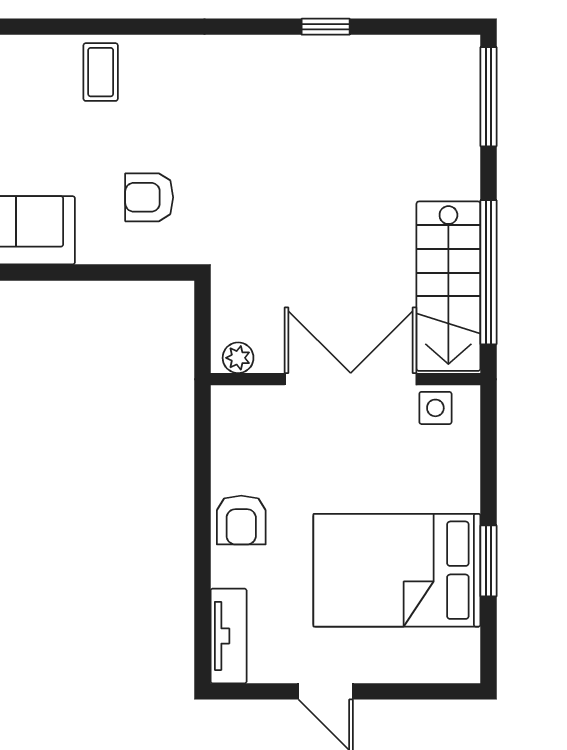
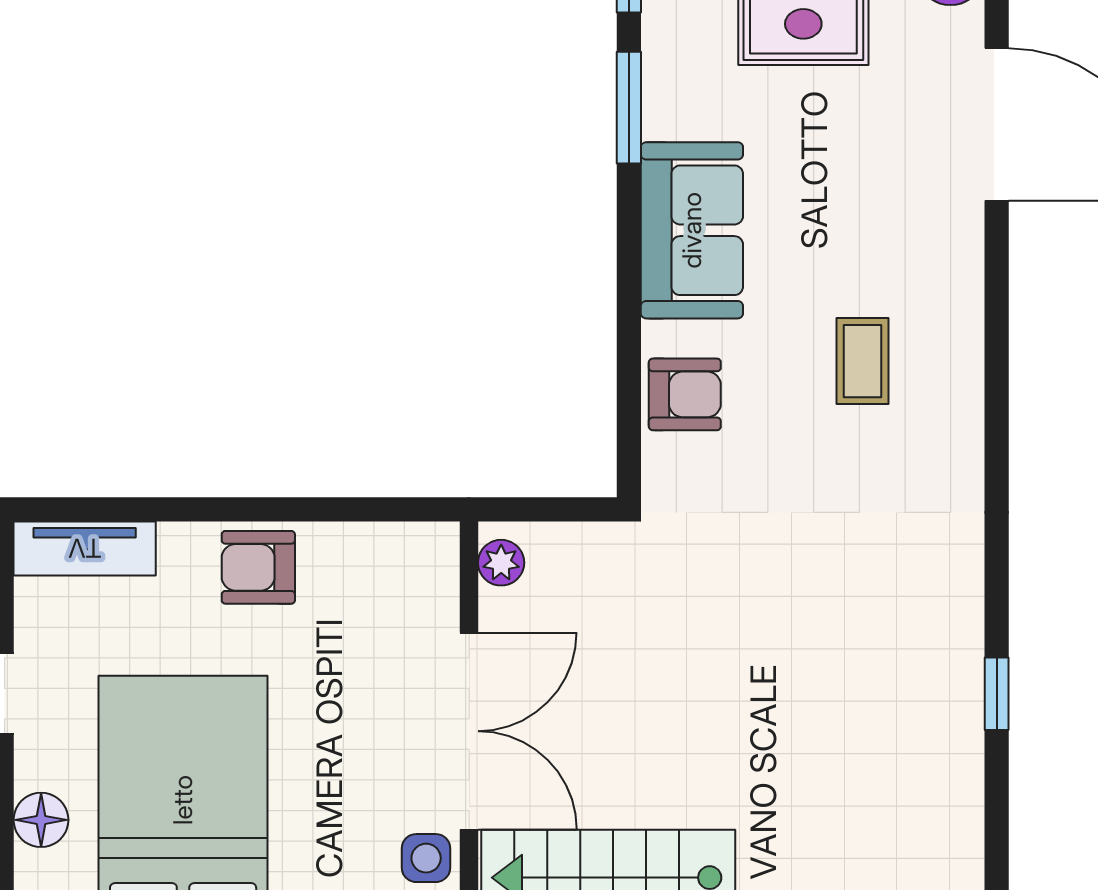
coffee table: (101, 72) -> (863, 361), moved, turned 90
armchair: (149, 197) -> (685, 394), moved, turned 90
floor lamp: (410, 665) -> (41, 820), added

